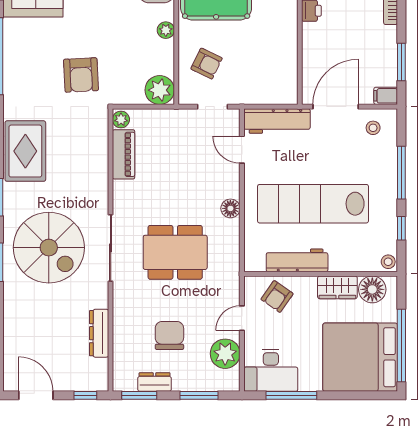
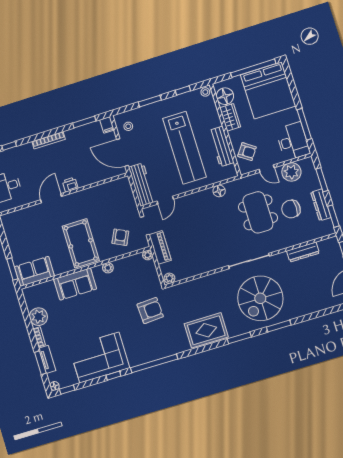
plant: (160, 90) -> (148, 255), width x0.53, depth x0.53
piano: (124, 154) -> (160, 247), moved, turned 90
window: (401, 173) -> (150, 101), width x0.69
floor lamp: (230, 208) -> (219, 191), moved
spiral stairs: (49, 248) -> (260, 298), turned 180
dining table: (175, 252) -> (258, 212), moved
dresser: (155, 382) -> (321, 205), width x1.44

